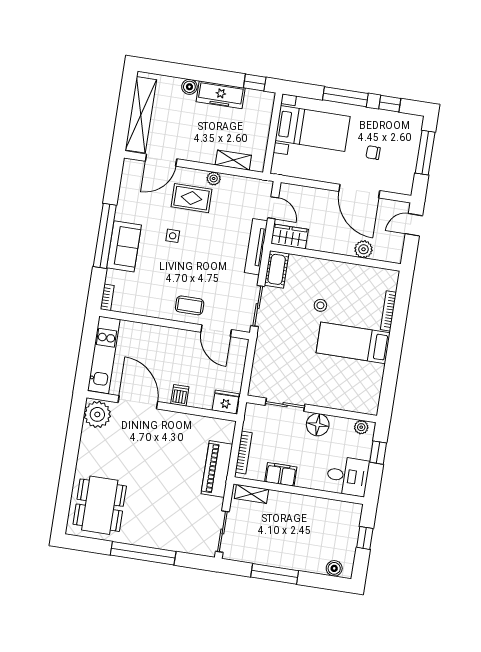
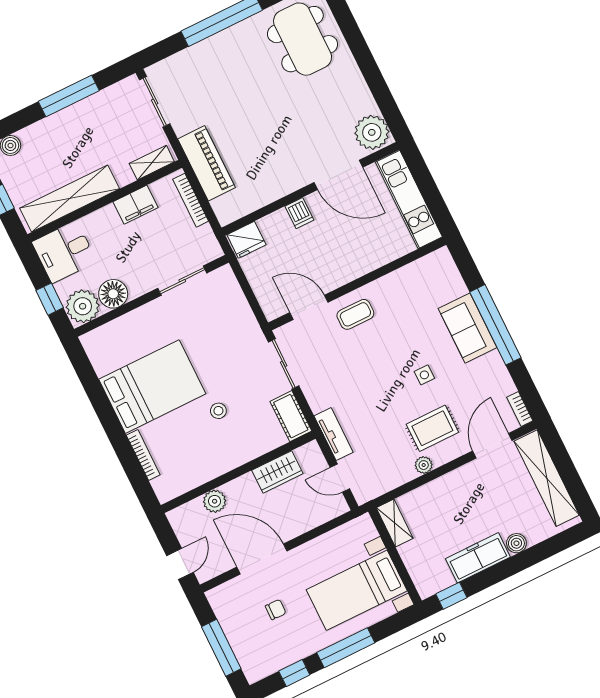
shelving: (233, 160) -> (395, 523), moved, turned 90
wardrobe: (290, 237) -> (277, 472), moved
tv unit: (256, 247) -> (334, 434), width x0.71
bookcase: (107, 297) -> (520, 409), moved
bed: (353, 343) -> (152, 387), width x1.50
floor lamp: (318, 425) -> (113, 294), moved
plant: (361, 427) -> (83, 306), width x1.88, depth x1.88
shelving: (320, 508) -> (70, 198), added

